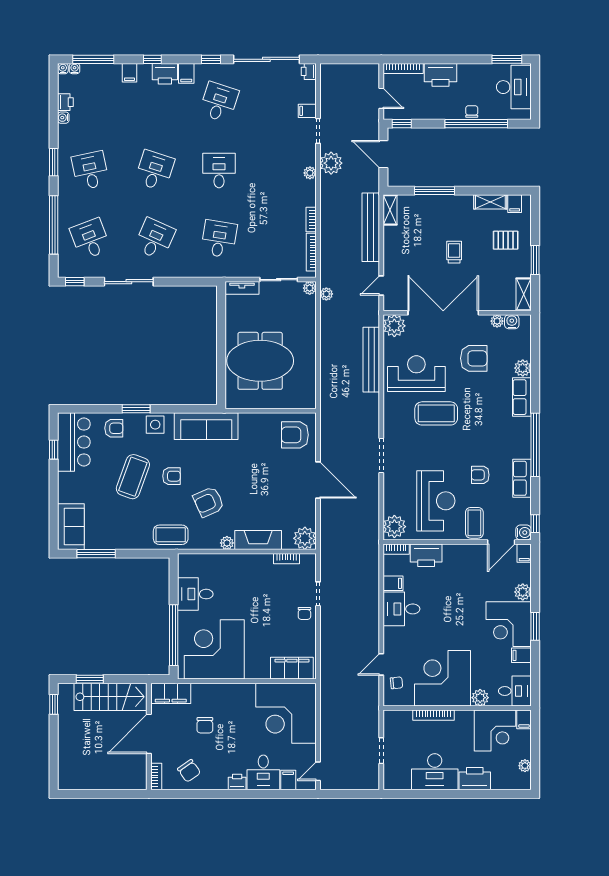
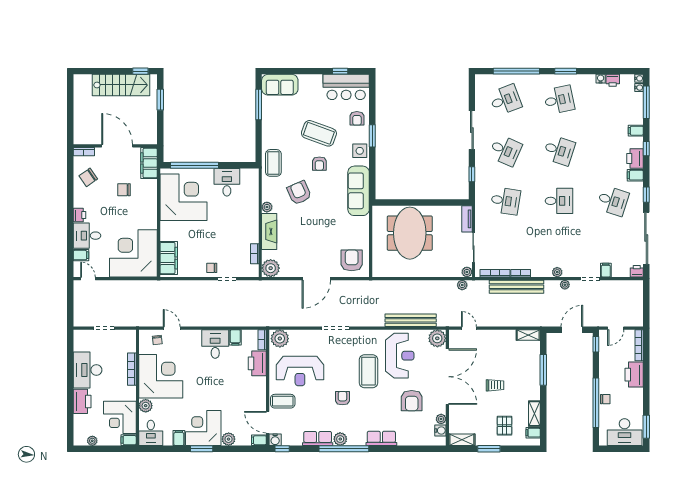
plant: (331, 163) -> (565, 285), width x0.53, depth x0.53
bench: (371, 227) -> (516, 287), moved
window: (75, 282) -> (472, 174), moved
plant: (523, 368) -> (340, 439), moved
armchair: (480, 475) -> (342, 398), moved
stairs: (111, 697) -> (121, 85), moved, turned -90

